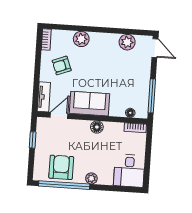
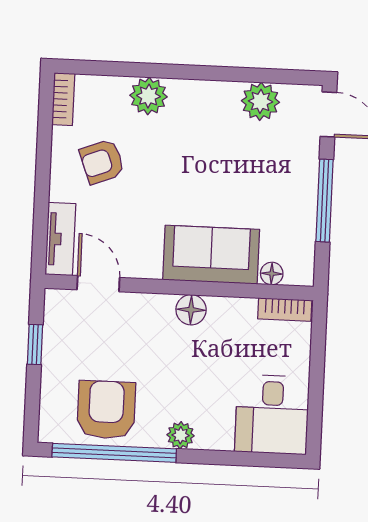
window: (152, 96) -> (325, 201), moved
sofa: (90, 104) -> (211, 255), moved
door: (59, 116) -> (98, 284), hinge flipped

